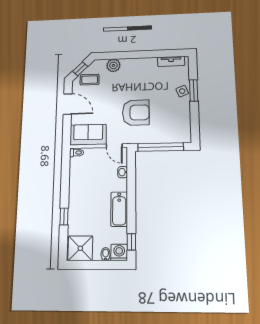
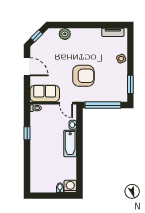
coffee table: (90, 80) -> (45, 46), removed
window: (194, 90) -> (130, 84), moved
bathtub: (119, 209) -> (70, 143), moved
window: (64, 216) -> (27, 133), moved
window: (131, 242) -> (80, 178), removed
shower: (80, 248) -> (40, 183), removed

